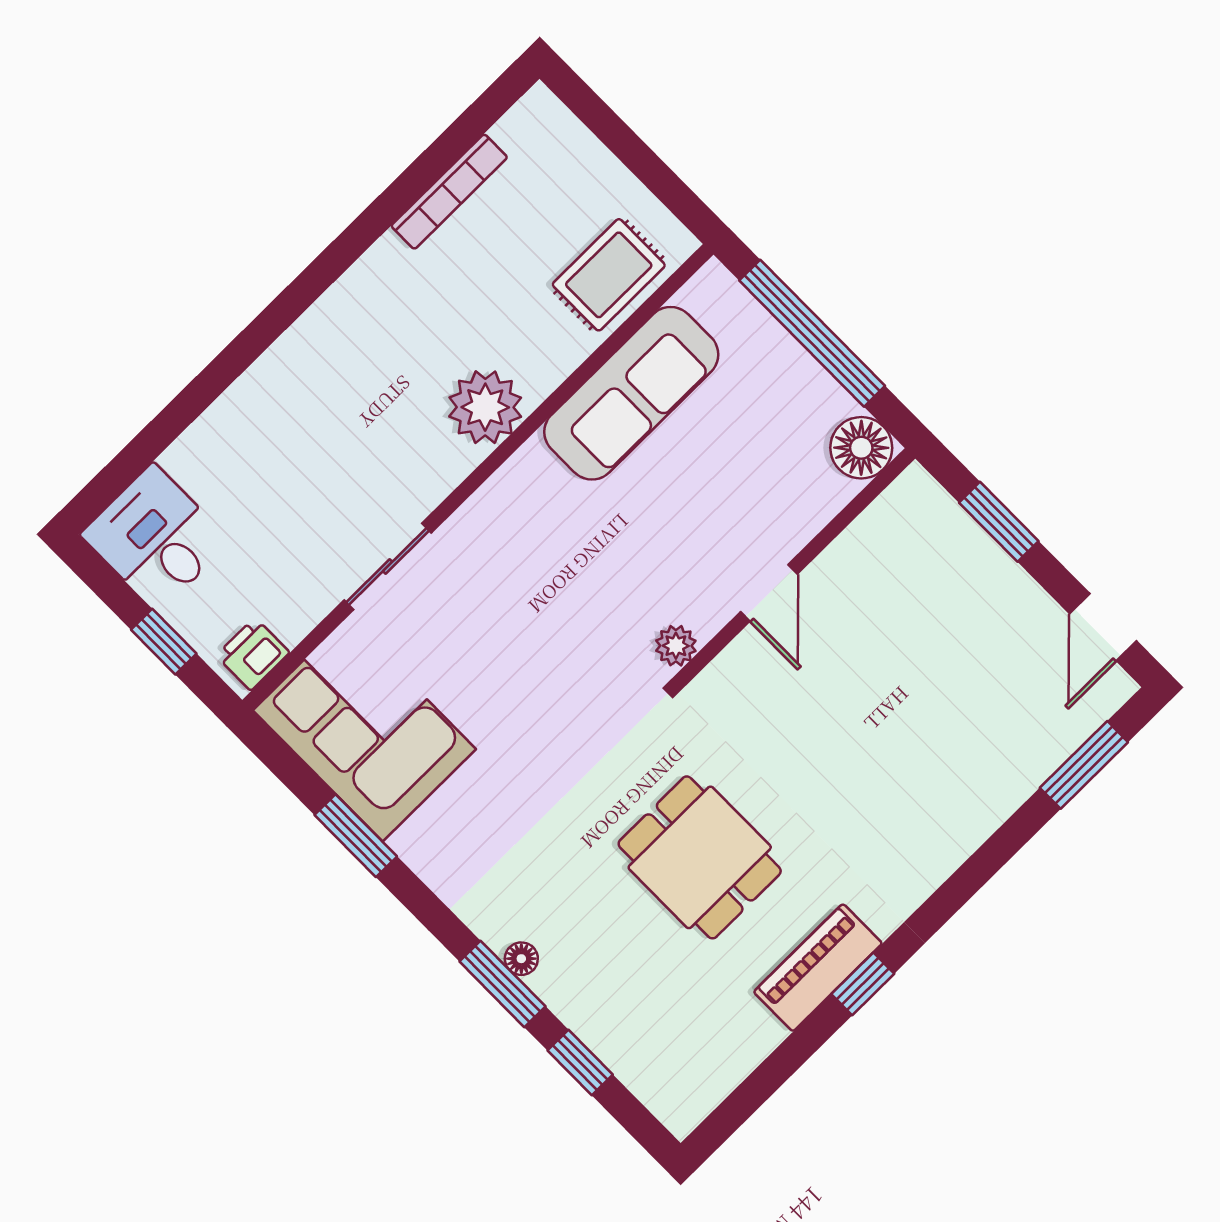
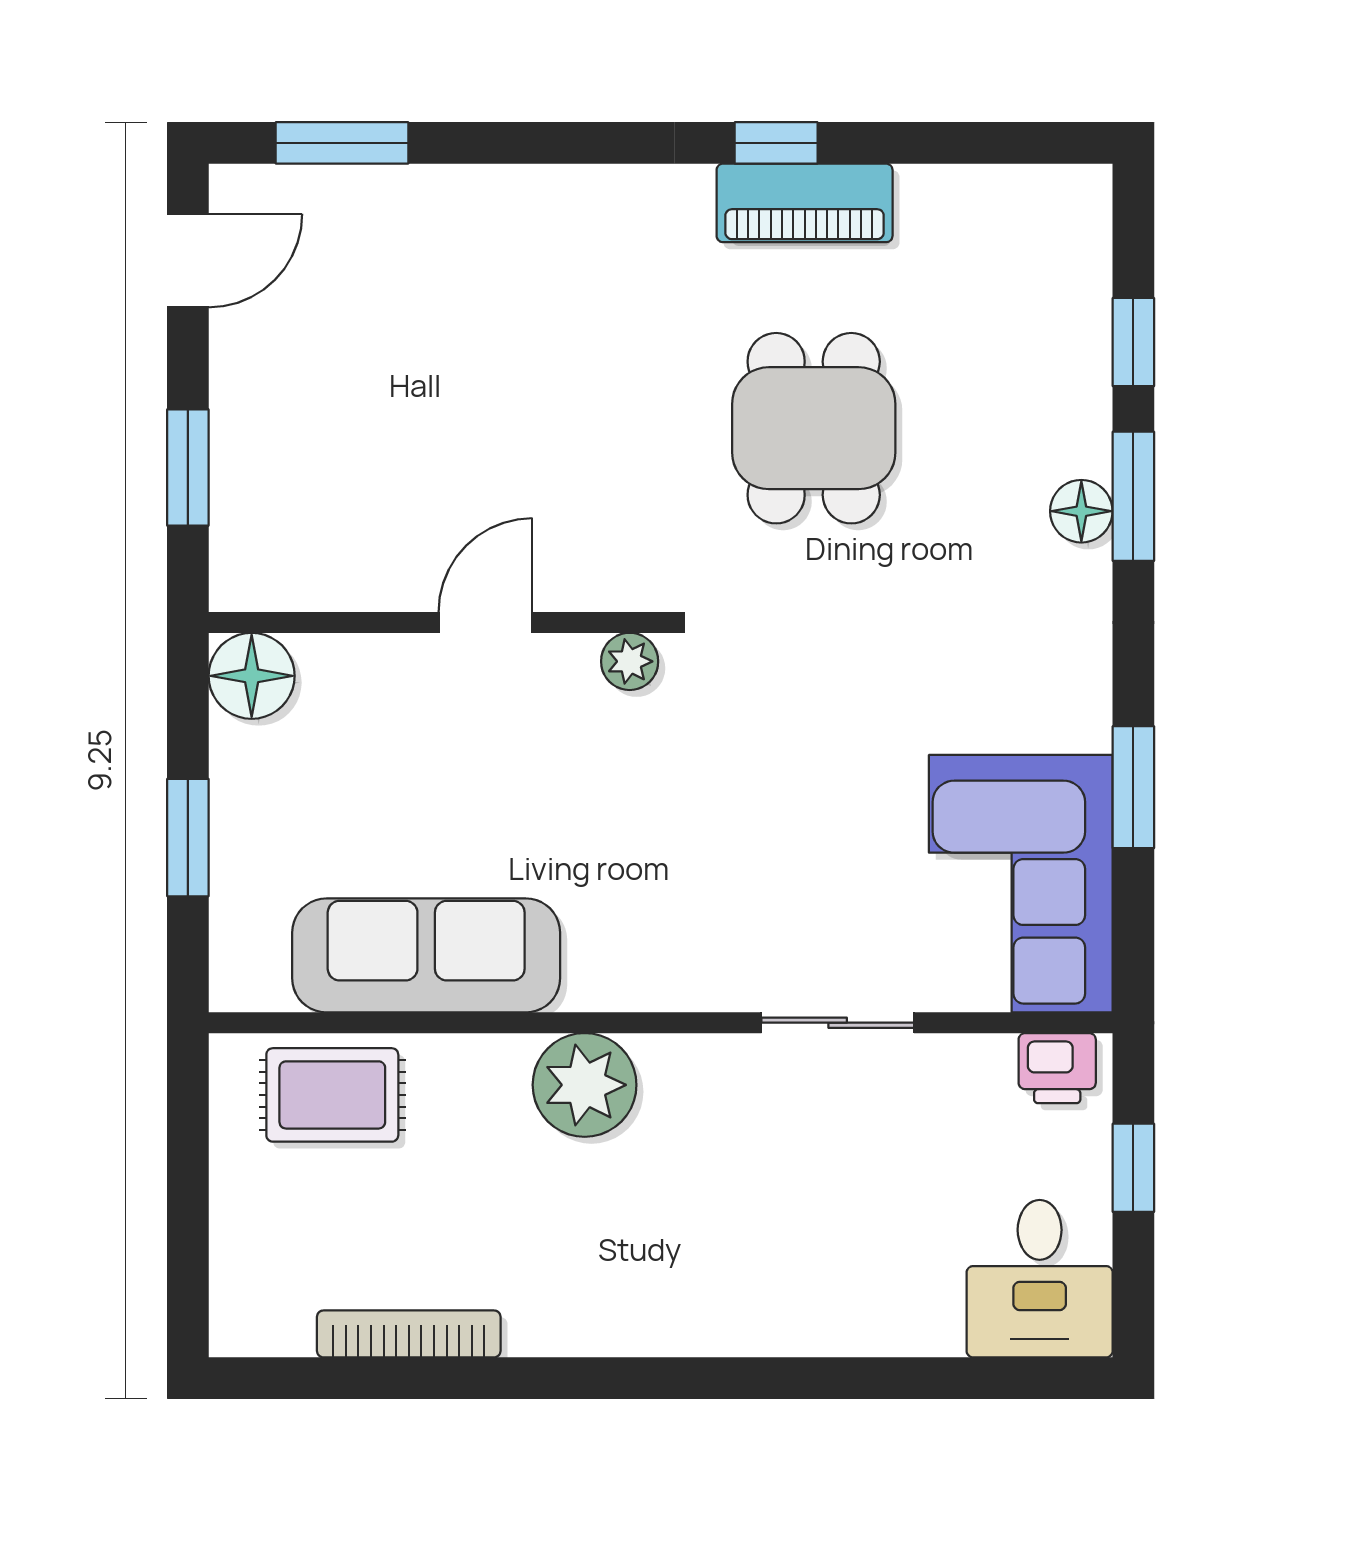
window: (812, 333) -> (188, 838), width x0.47
floor lamp: (521, 959) -> (1081, 511), width x1.37, depth x1.37

